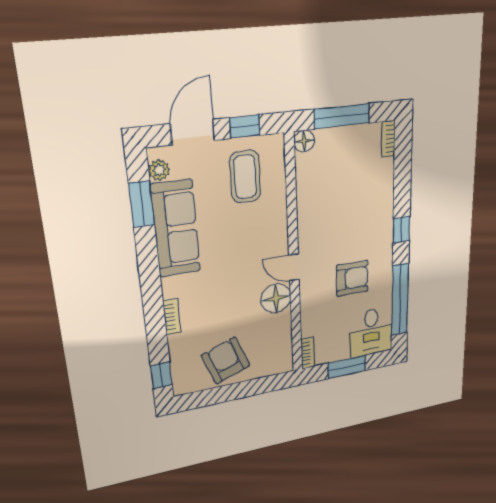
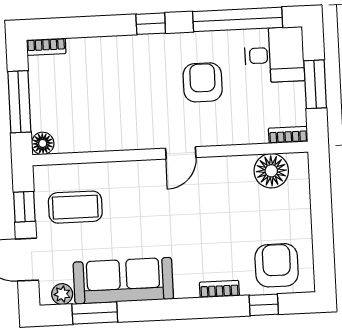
floor lamp: (276, 298) -> (271, 171), moved
armchair: (226, 361) -> (277, 265), moved, turned 110
window: (161, 375) -> (264, 305), moved

